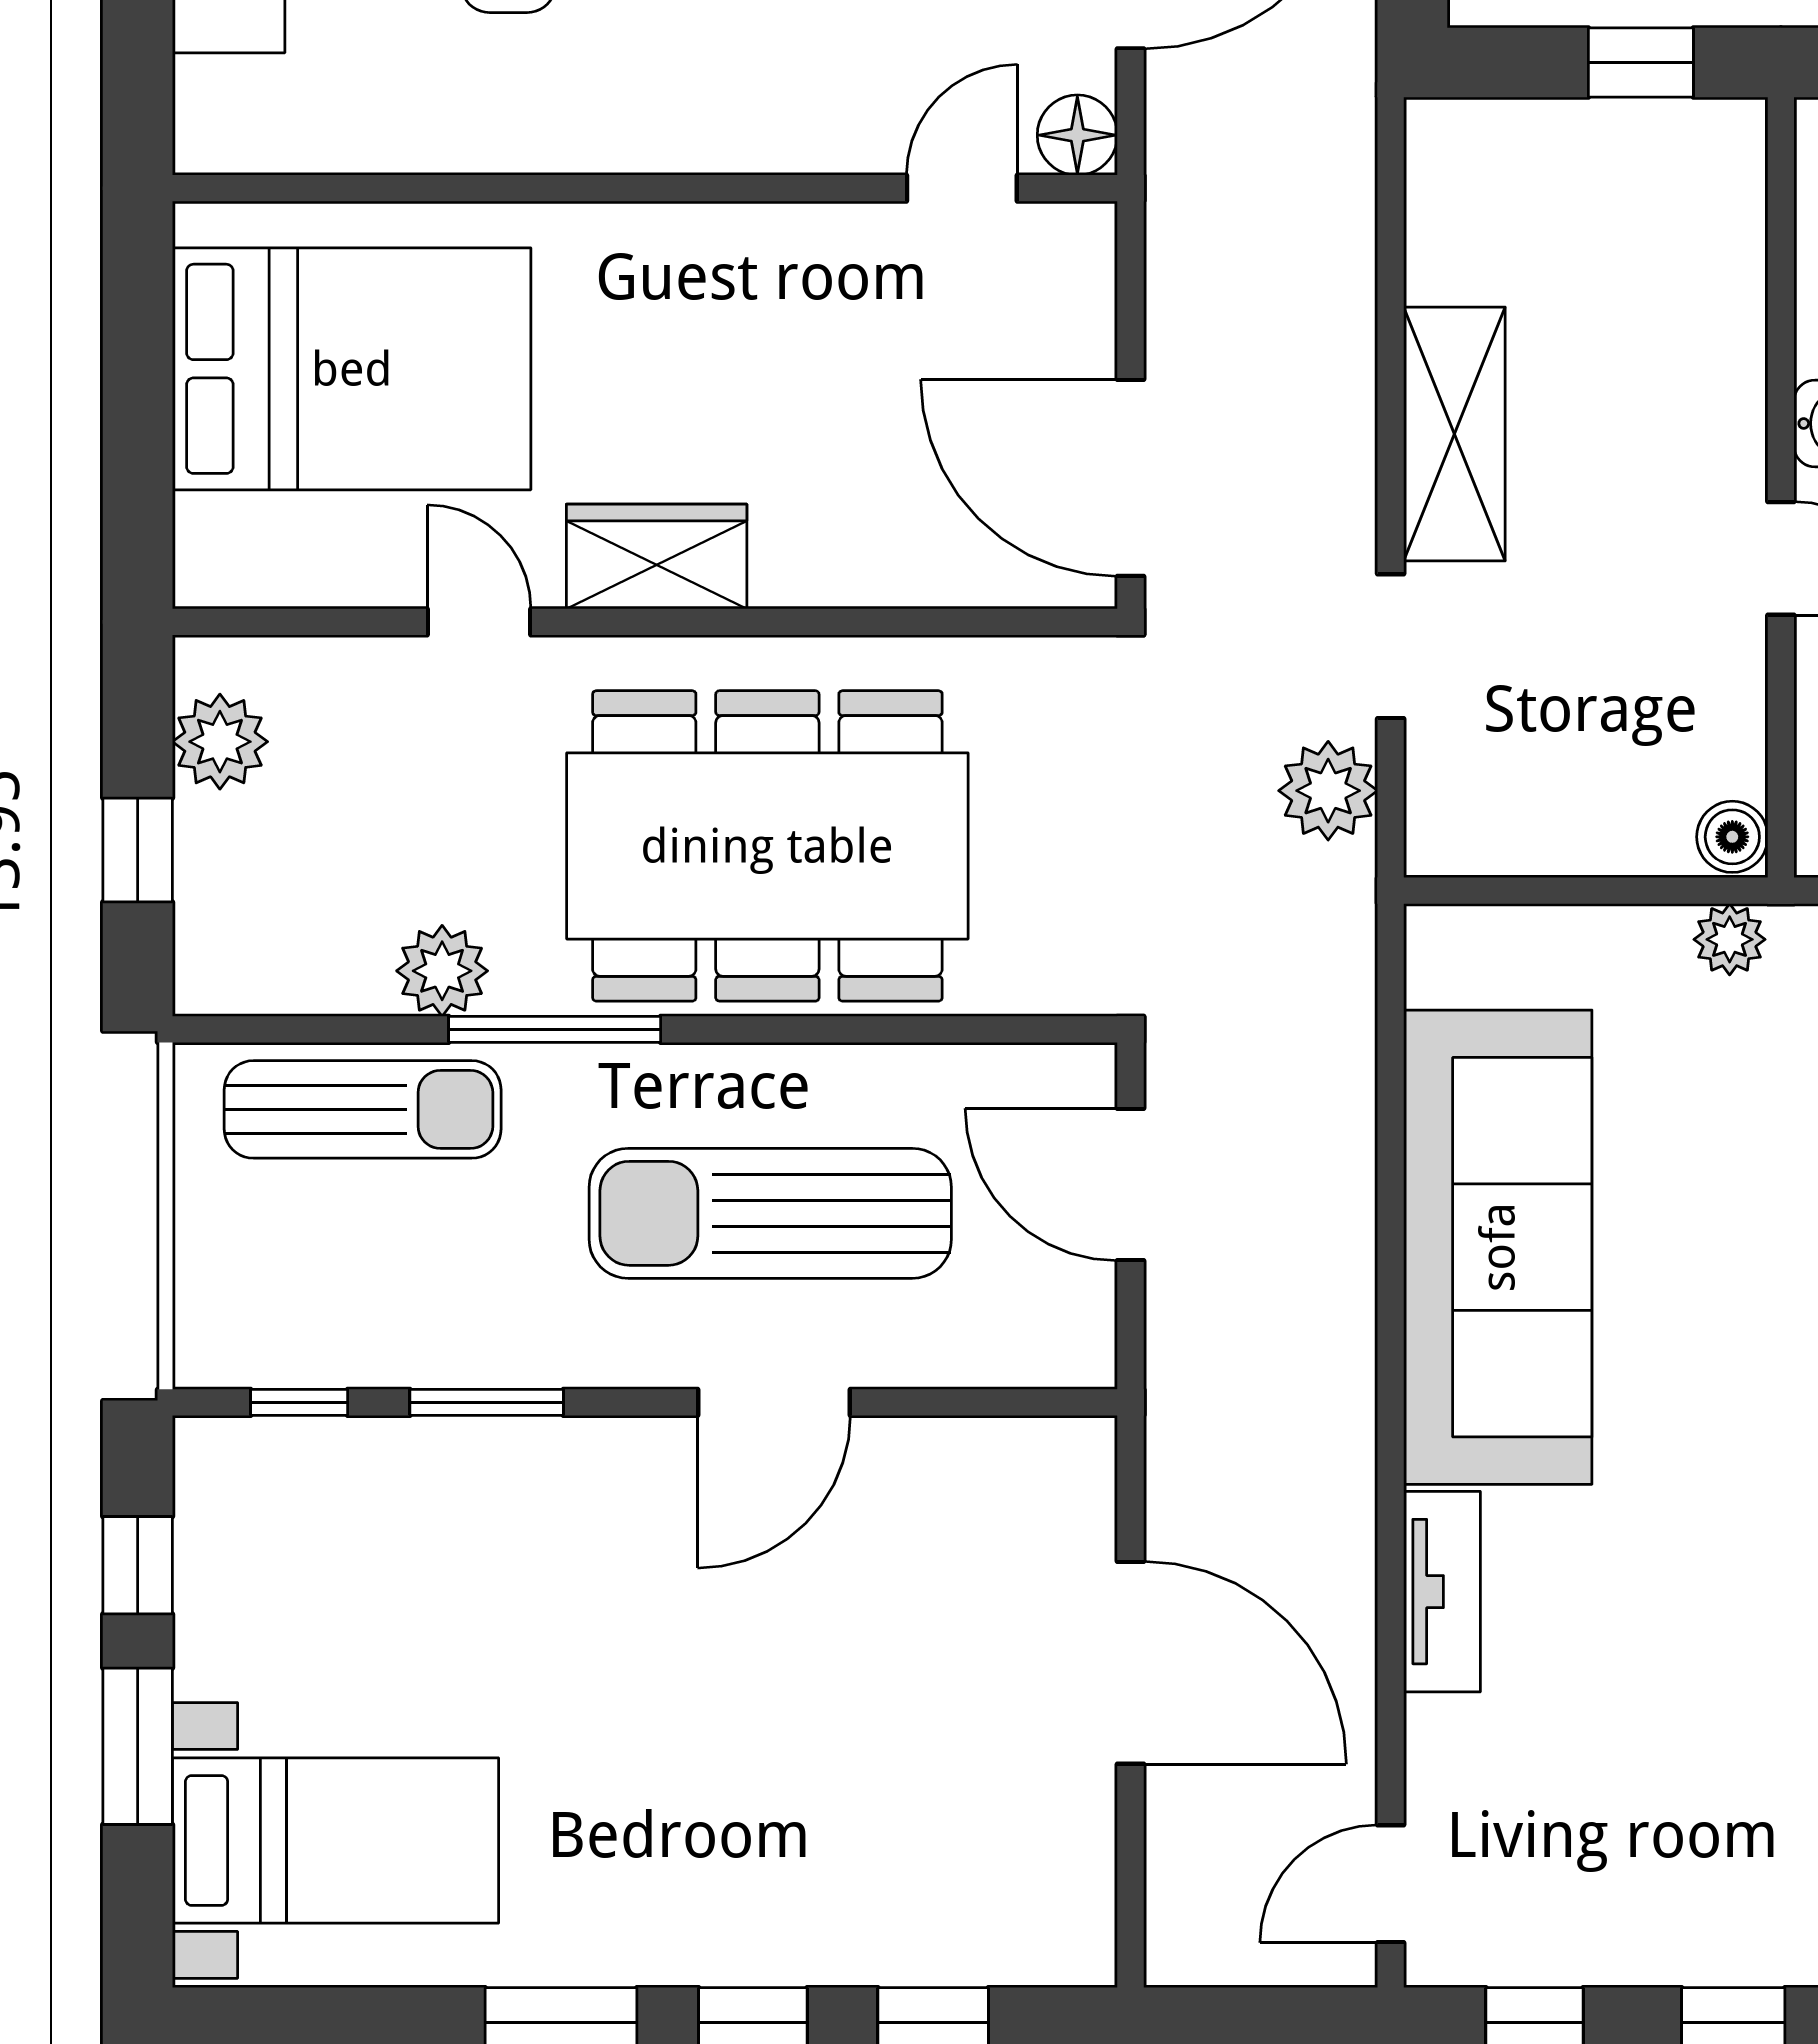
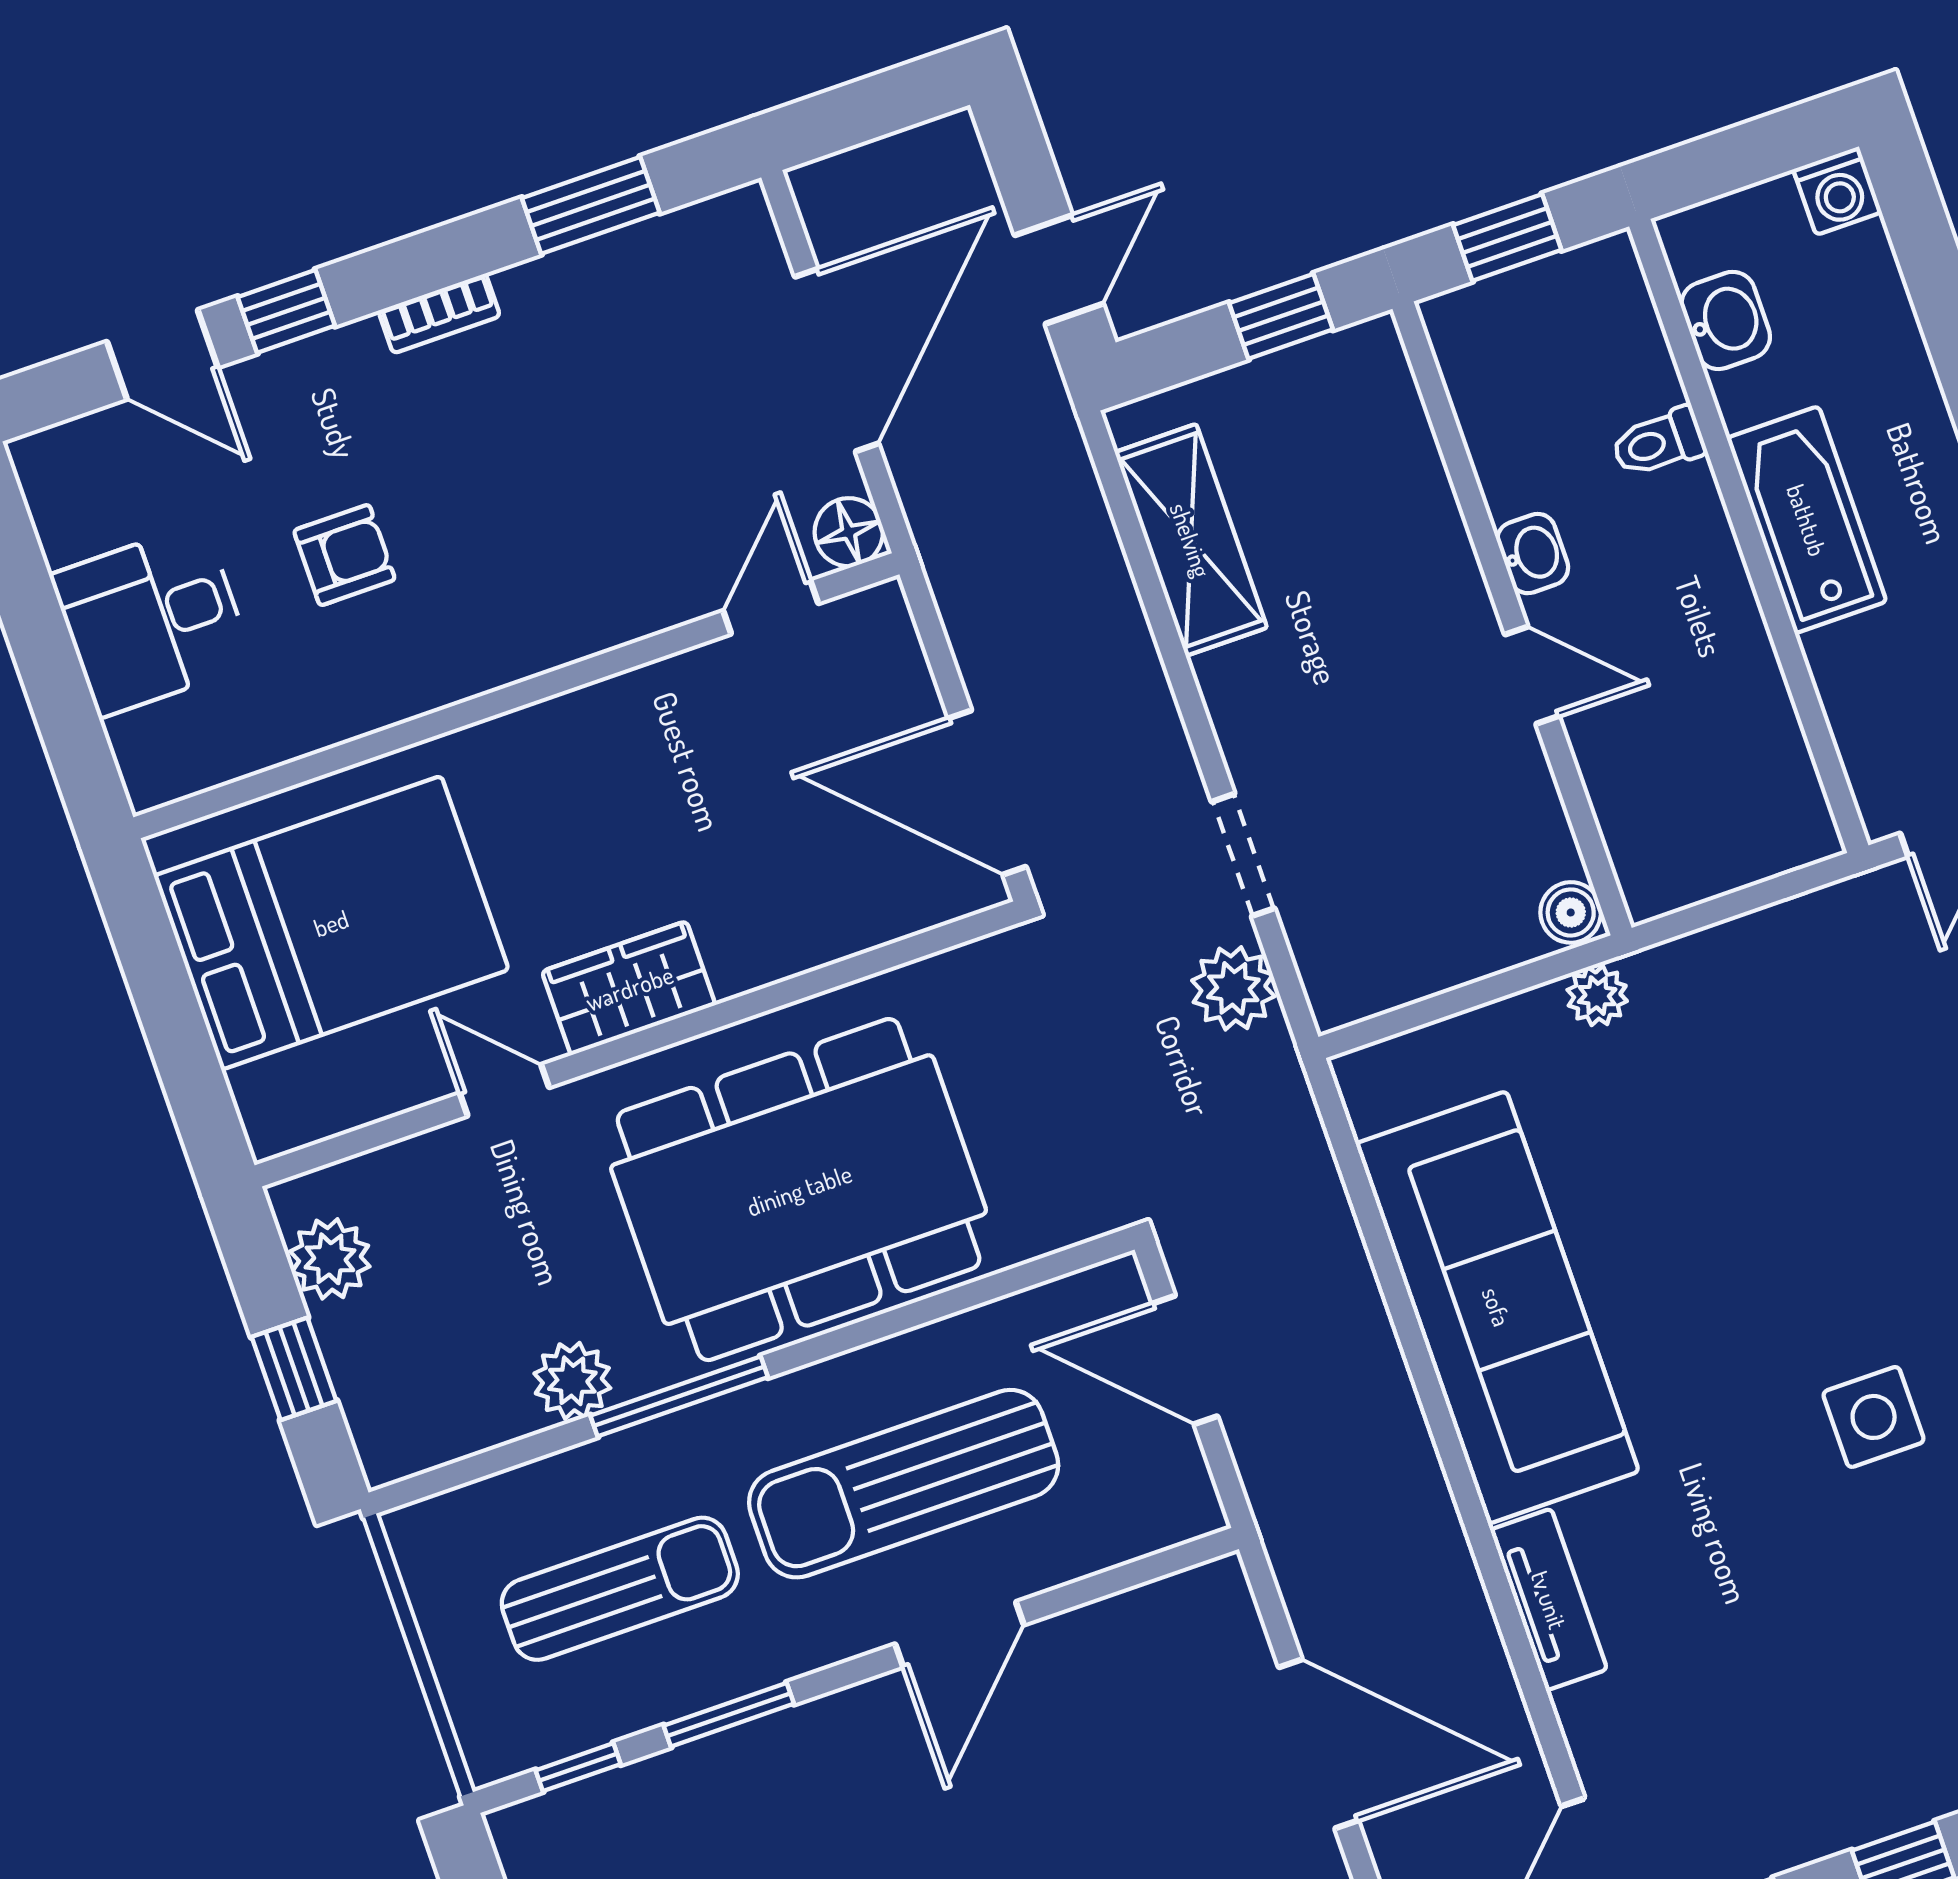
shelving: (1454, 434) -> (1191, 540), moved
sun lounger: (363, 1109) -> (620, 1589), moved

